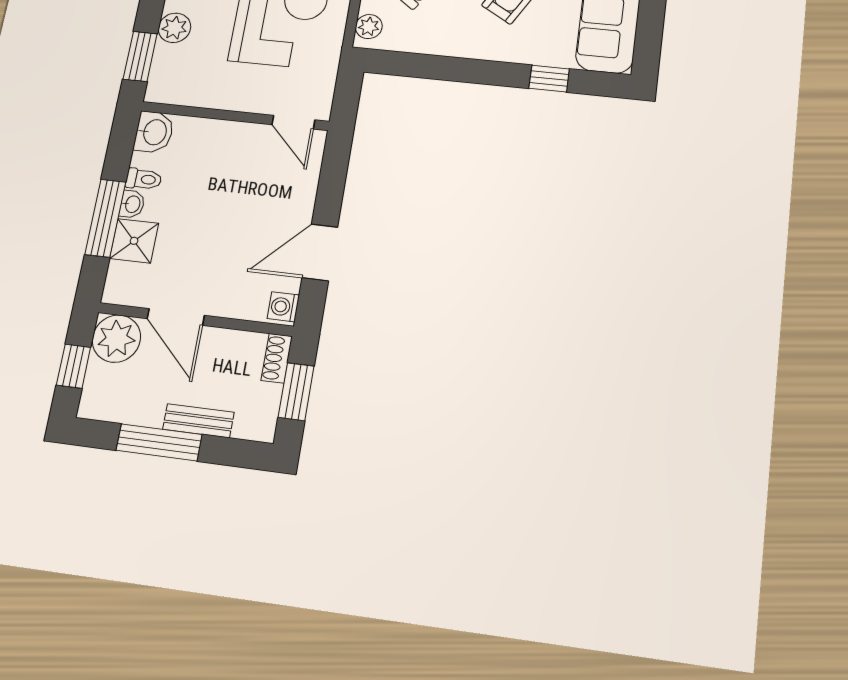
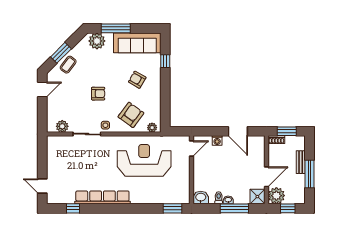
plant: (174, 28) -> (160, 198), removed
shower: (134, 241) -> (257, 197), moved
washing machine: (283, 307) -> (217, 141), moved

